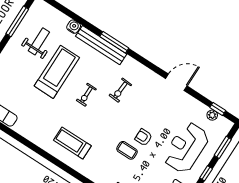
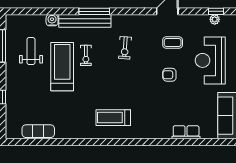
exercise bike: (86, 95) -> (86, 55), moved
coffee table: (127, 150) -> (173, 43), moved

